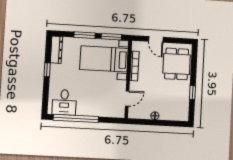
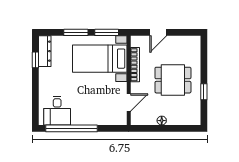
door: (156, 39) -> (158, 32), hinge flipped
dining table: (177, 64) -> (173, 80), moved, turned 90
window: (47, 70) -> (35, 60), moved

